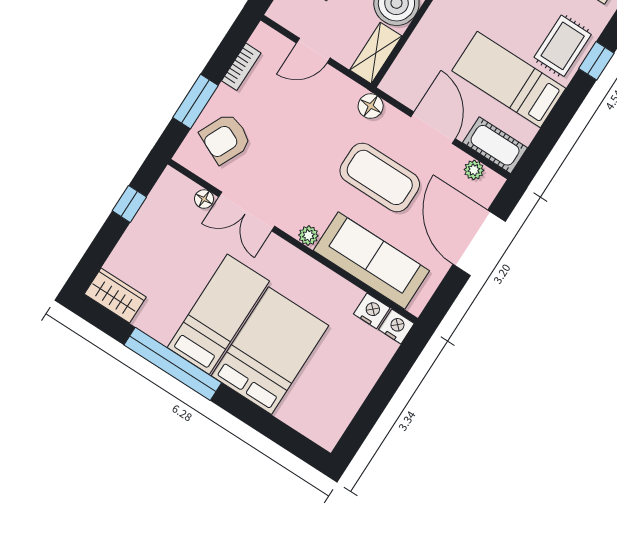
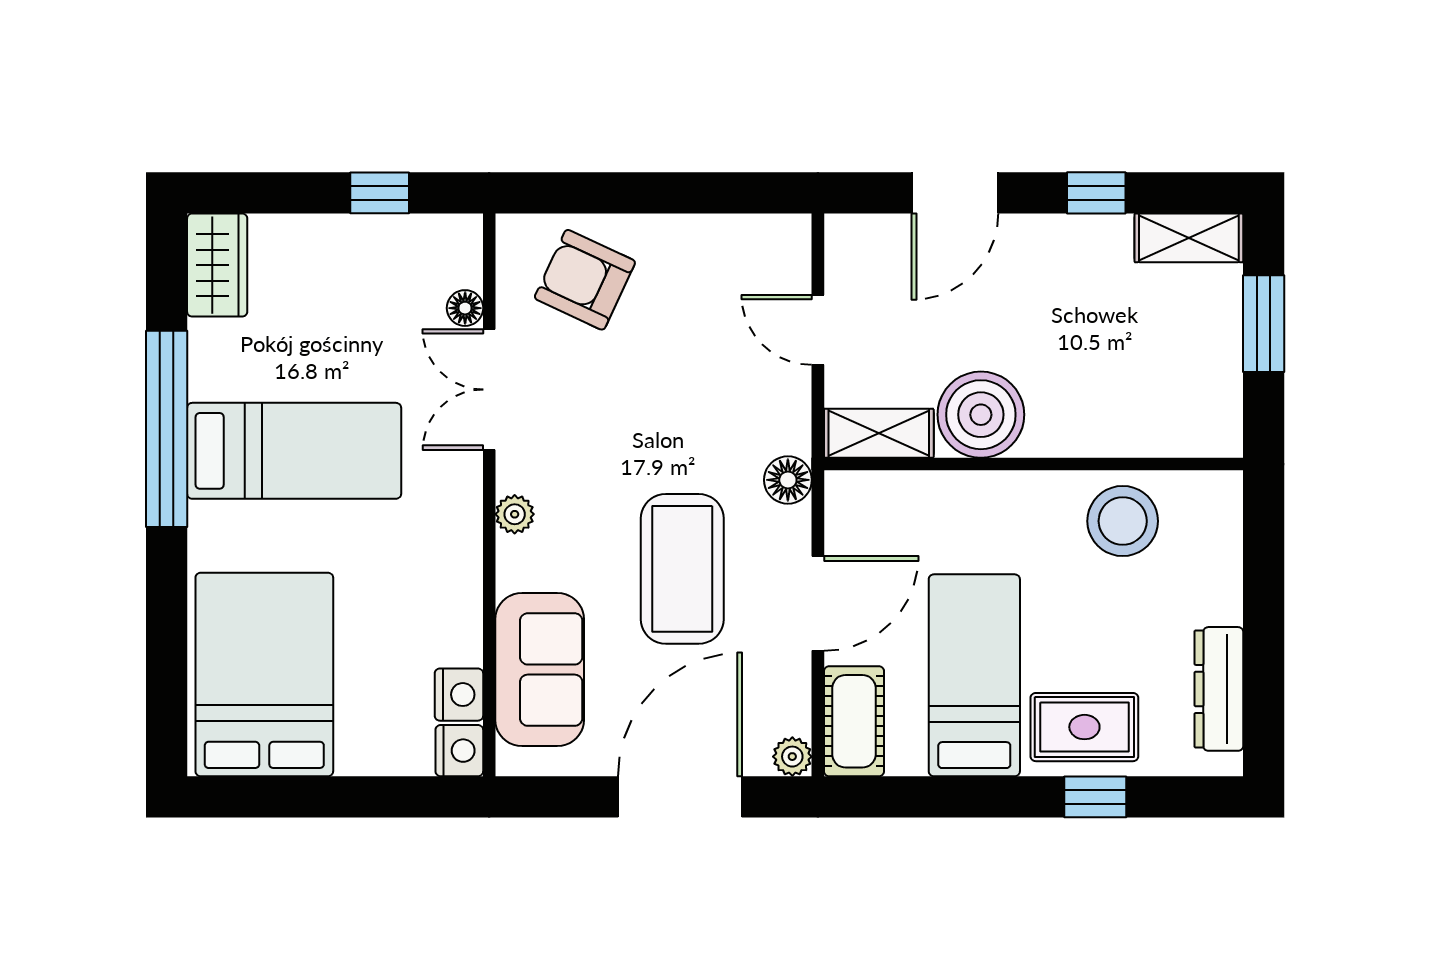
bookcase: (241, 67) -> (717, 231), removed
window: (195, 102) -> (613, 193), removed
plant: (474, 170) -> (792, 757), moved
sofa: (371, 261) -> (540, 670), width x0.73
bed: (270, 351) -> (264, 674), moved, turned -90

